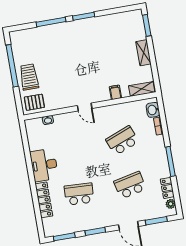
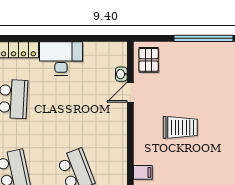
trolley: (29, 77) -> (180, 127), moved
door: (85, 107) -> (130, 92), moved

